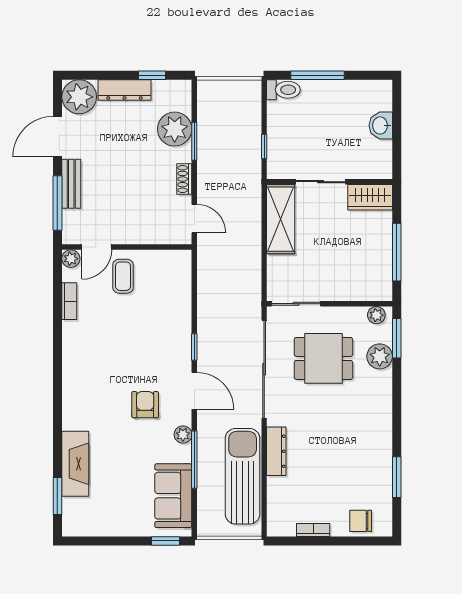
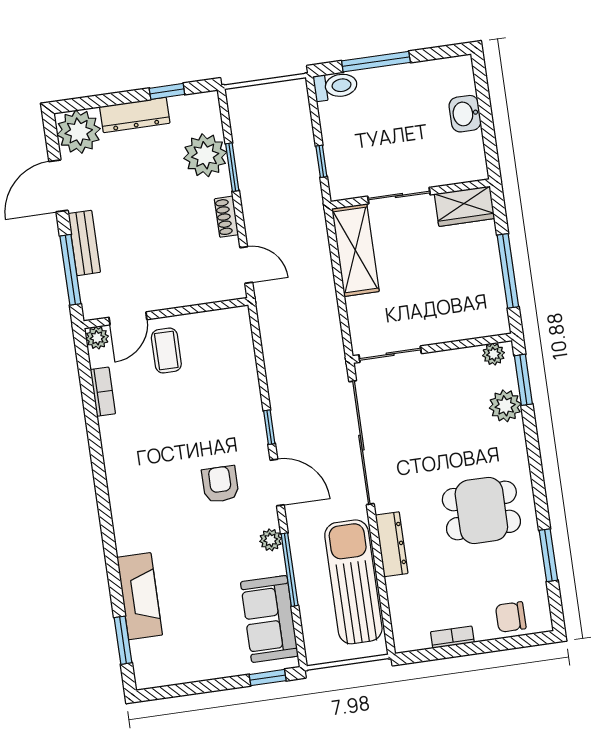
dining table: (323, 358) -> (481, 510), moved
armchair: (145, 405) -> (220, 484), moved

